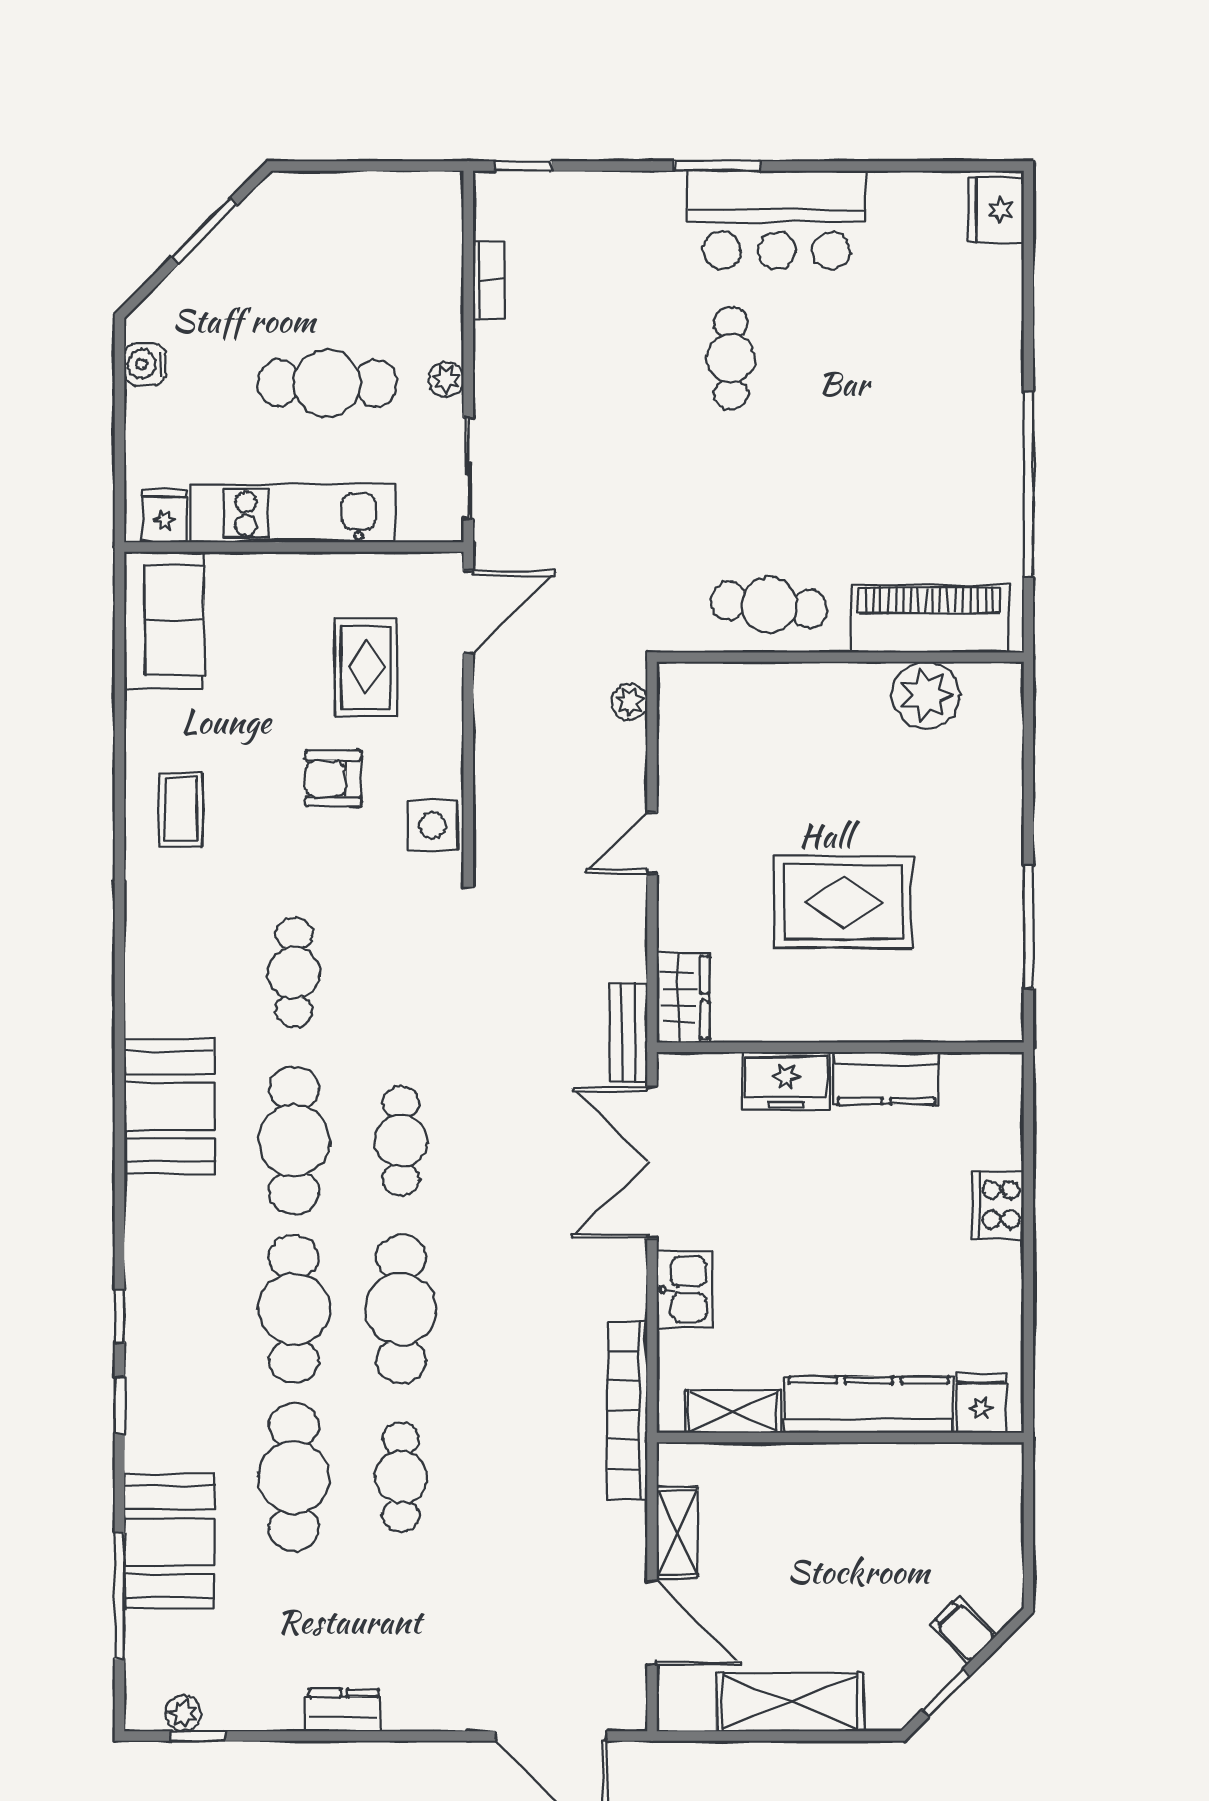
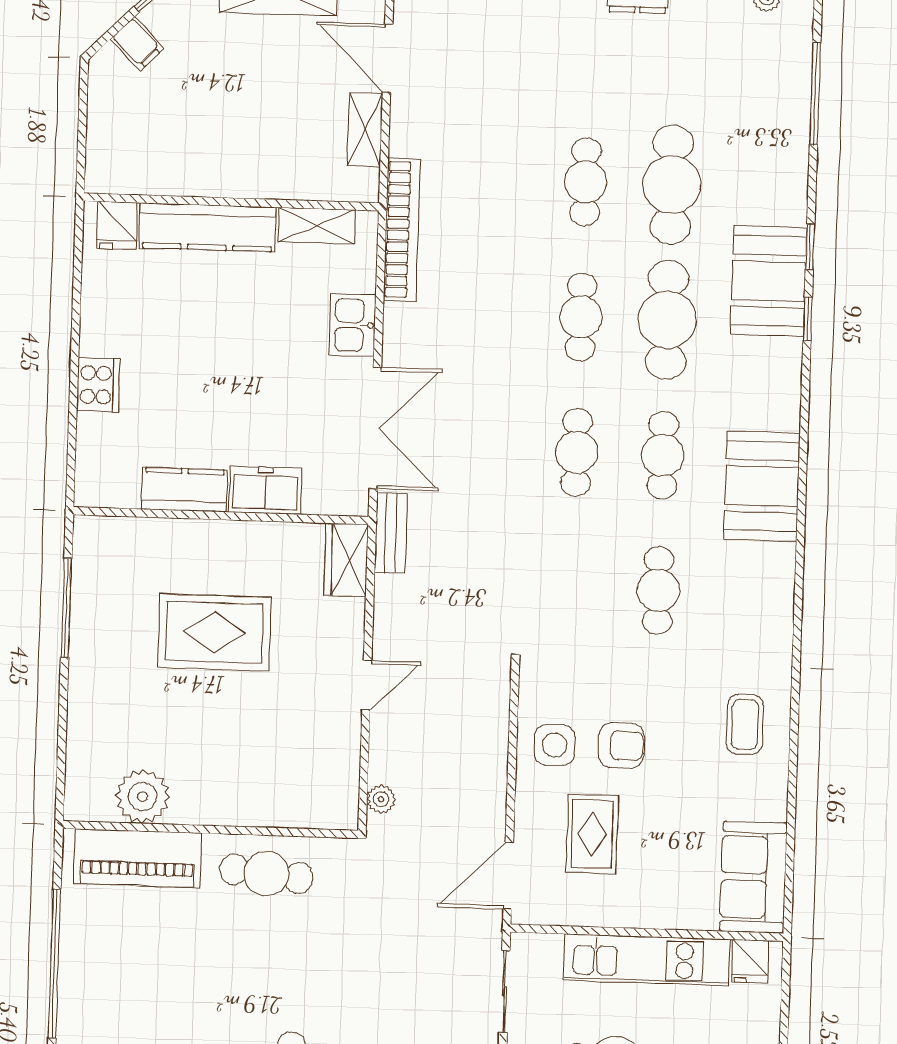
side table: (433, 826) -> (555, 745), moved
cafe table: (294, 1141) -> (663, 455), width x0.73, depth x0.74
cafe table: (401, 1309) -> (581, 317), width x0.73, depth x0.74
booth: (169, 1542) -> (769, 281), moved

